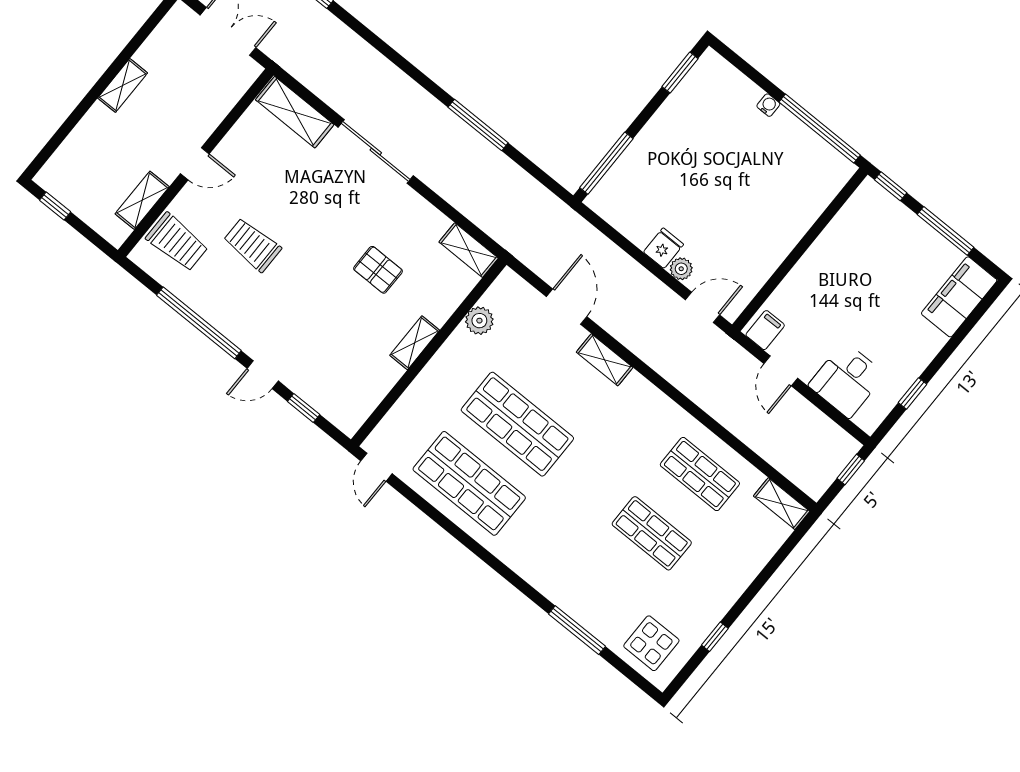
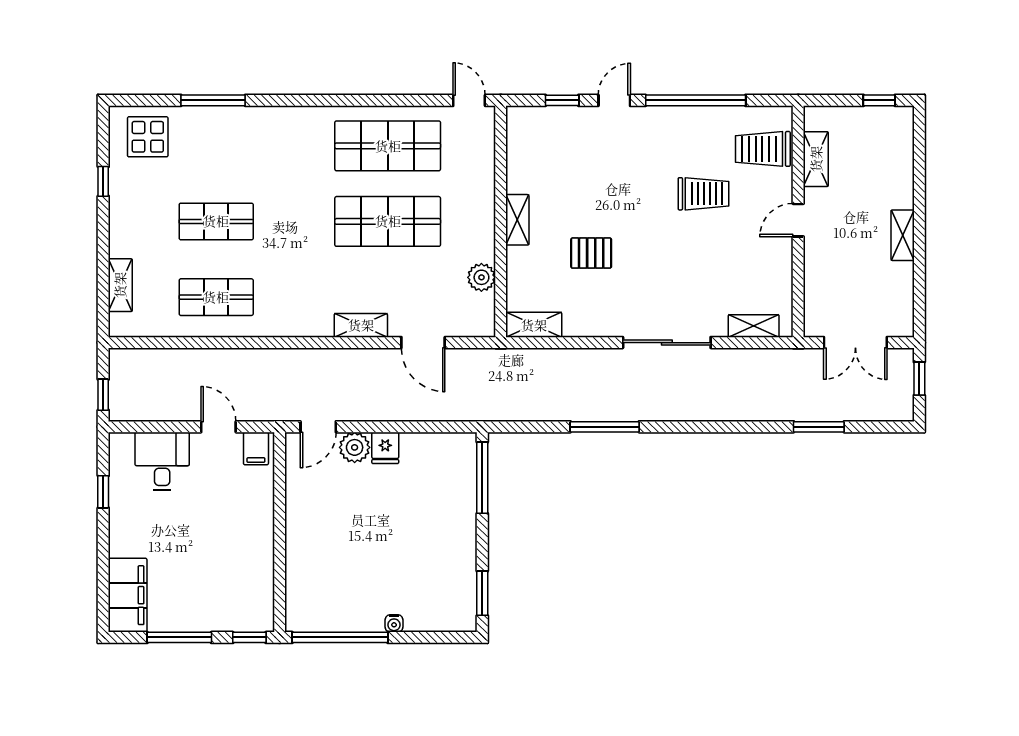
shelving: (295, 112) -> (754, 326), width x0.67, depth x0.75
plant: (681, 269) -> (355, 447), width x1.38, depth x1.38
shelving: (782, 504) -> (120, 285), moved, turned 90

